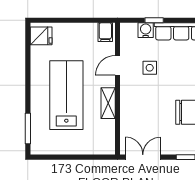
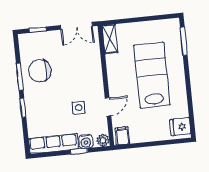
plant: (127, 29) -> (103, 140), added
lab bench: (66, 95) -> (152, 75), turned 180
shelving: (108, 103) -> (110, 39), moved

